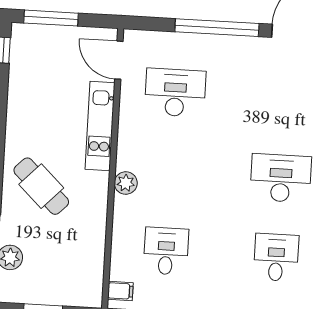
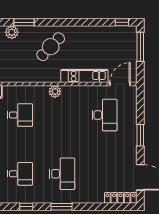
window: (217, 28) -> (140, 135), width x0.47

